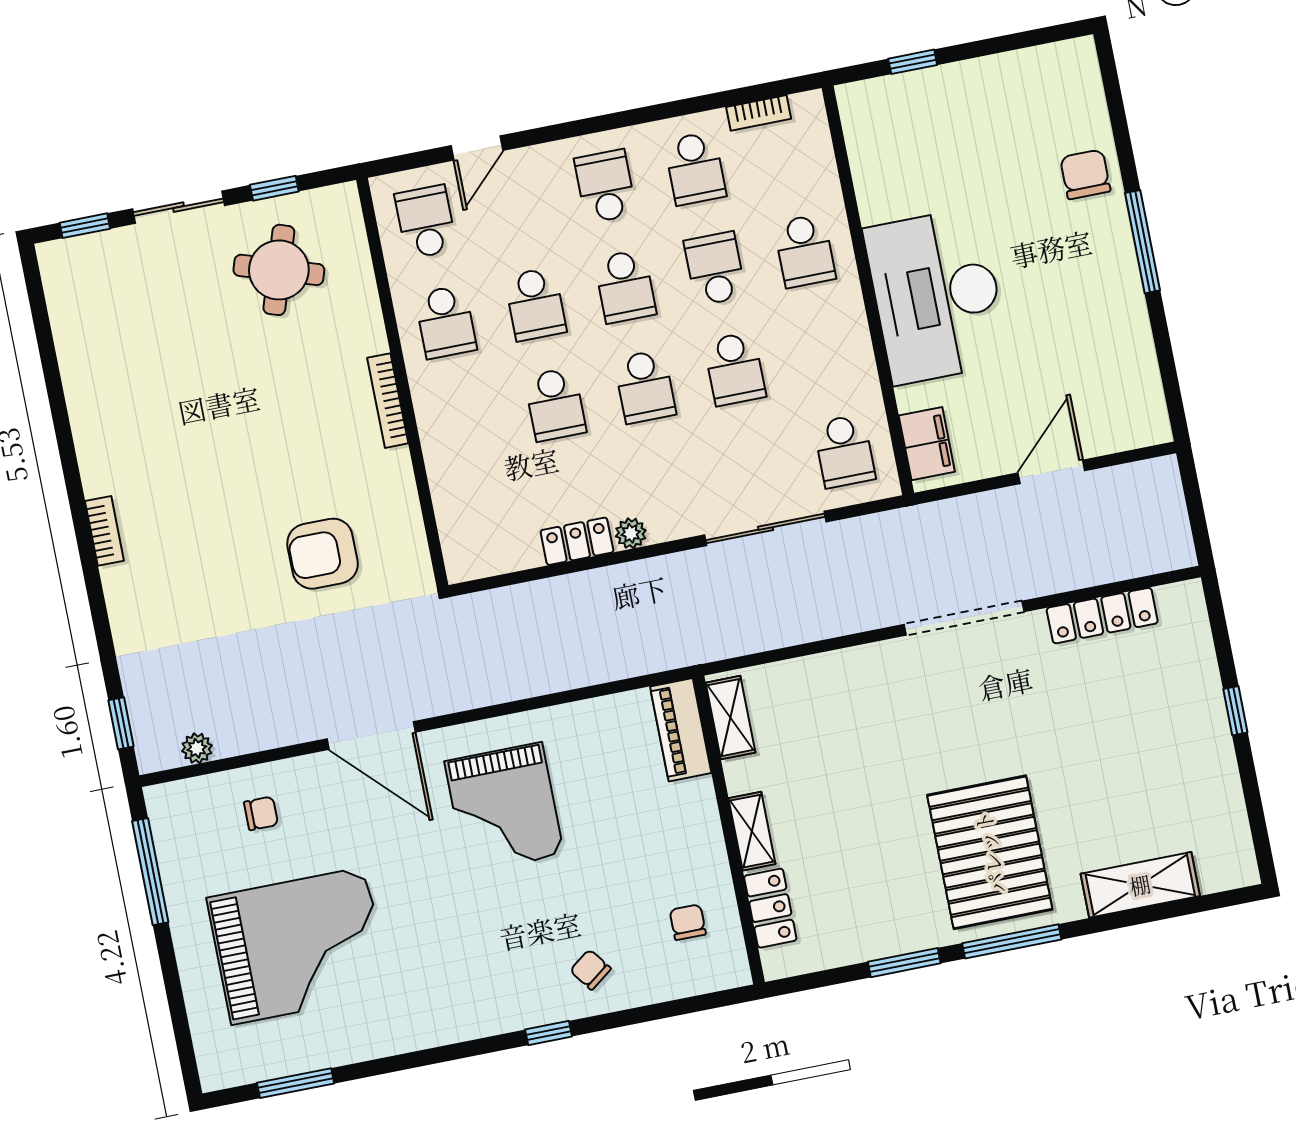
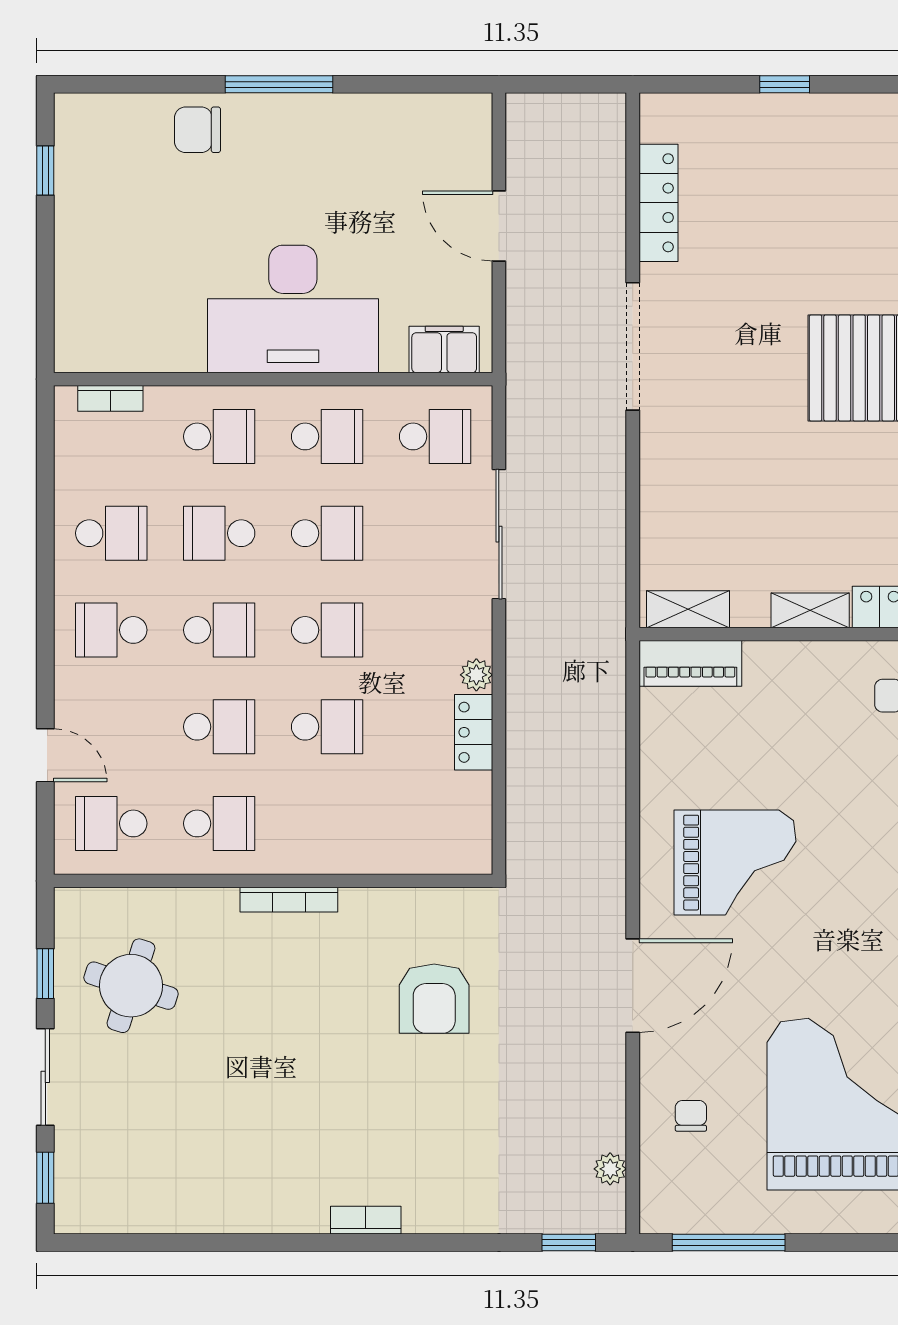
window: (913, 62) -> (45, 171), moved
bookcase: (759, 113) -> (110, 398), moved, turned 90
school desk: (825, 351) -> (327, 436), added

